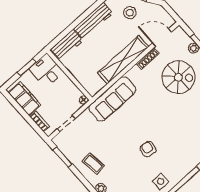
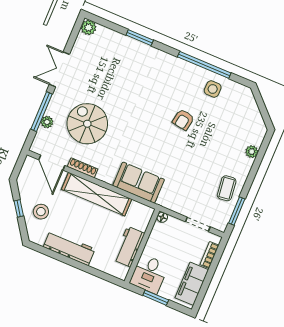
workbench: (67, 45) -> (129, 247), moved, turned -90
sofa: (112, 99) -> (139, 183), width x0.73
coffee table: (93, 164) -> (227, 188), moved

